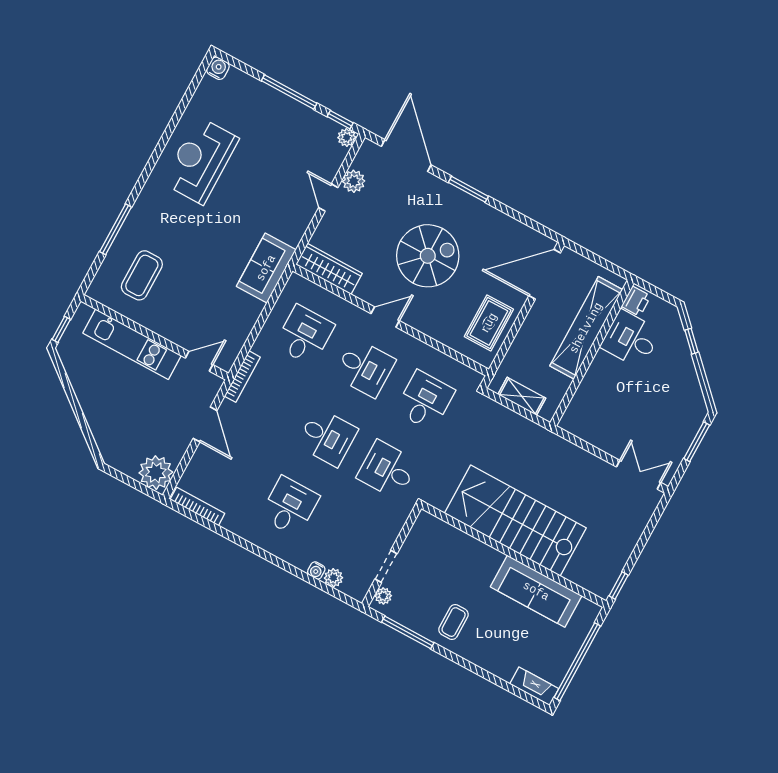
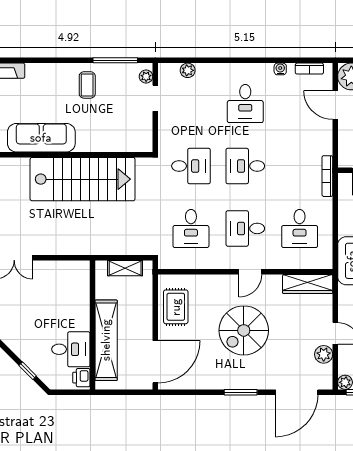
door: (406, 156) -> (297, 392), hinge flipped
door: (205, 424) -> (335, 105), moved
bookcase: (197, 507) -> (309, 69), width x0.64
water cooler: (316, 570) -> (280, 69), moved

